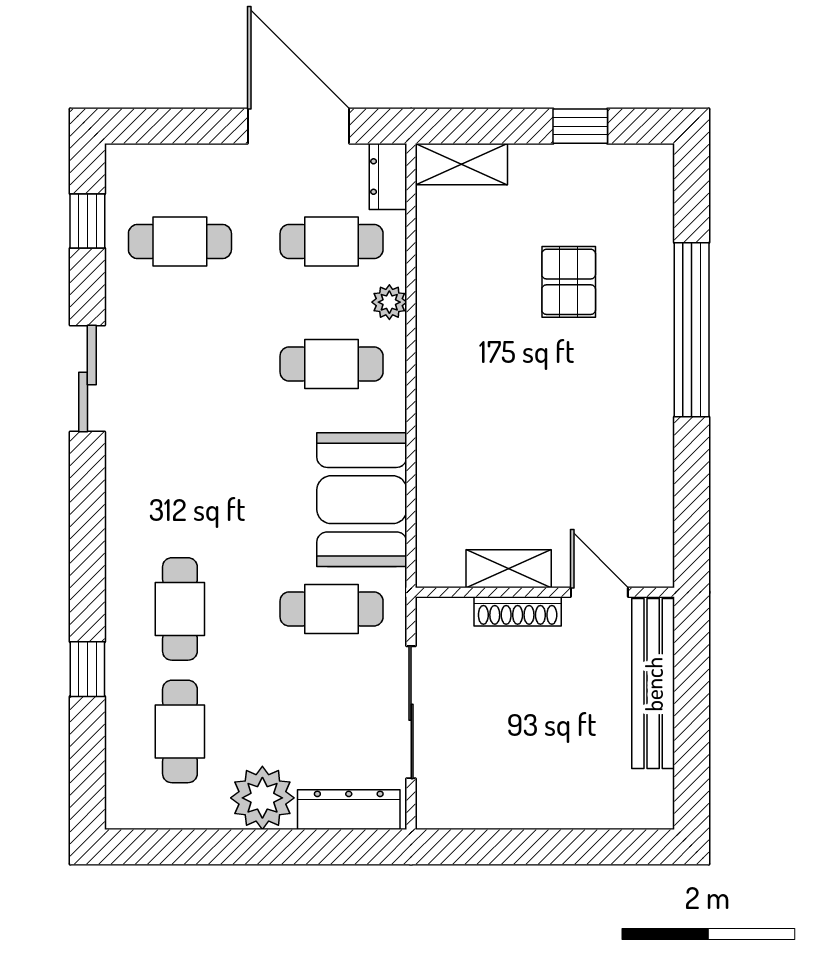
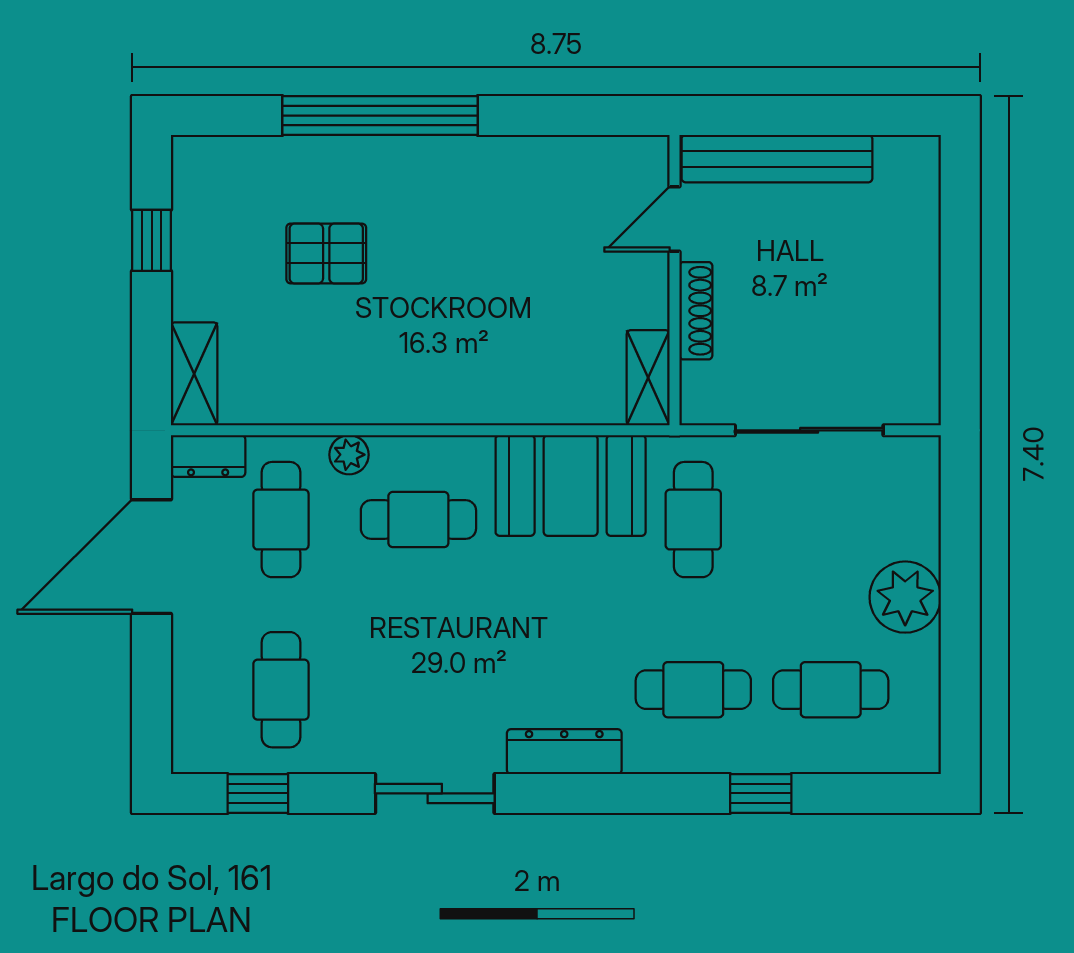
cafe table: (332, 364) -> (418, 520), turned 90
shelving: (509, 569) -> (648, 378), moved
dresser: (349, 810) -> (564, 752), moved, turned 90

